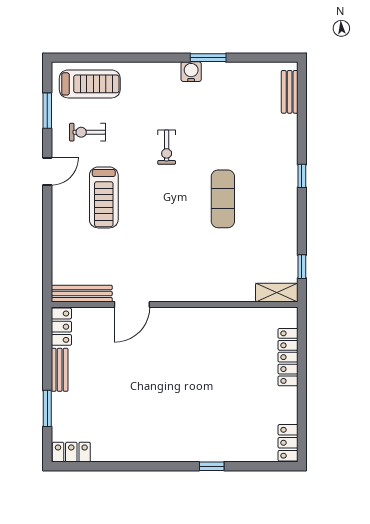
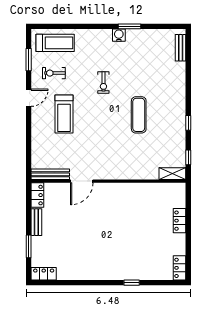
window: (302, 176) -> (188, 123), moved
locker: (288, 357) -> (180, 221), width x0.66

